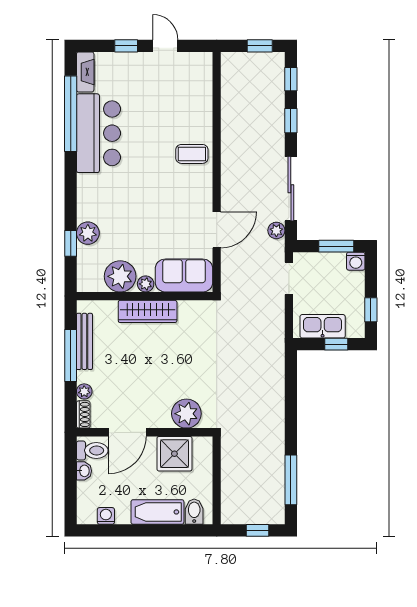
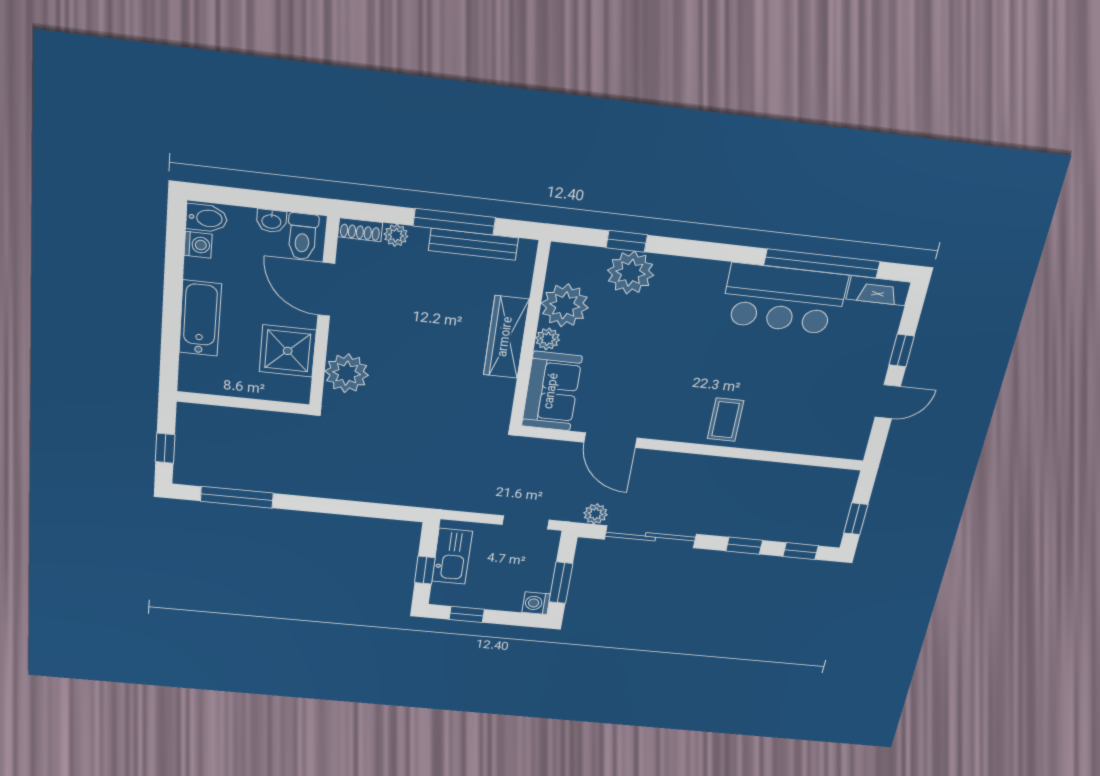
plant: (88, 233) -> (631, 273), width x1.36, depth x1.36
bidet: (194, 512) -> (207, 218), moved

